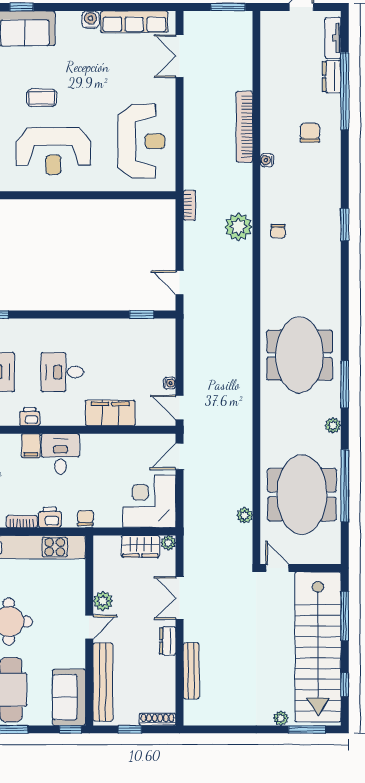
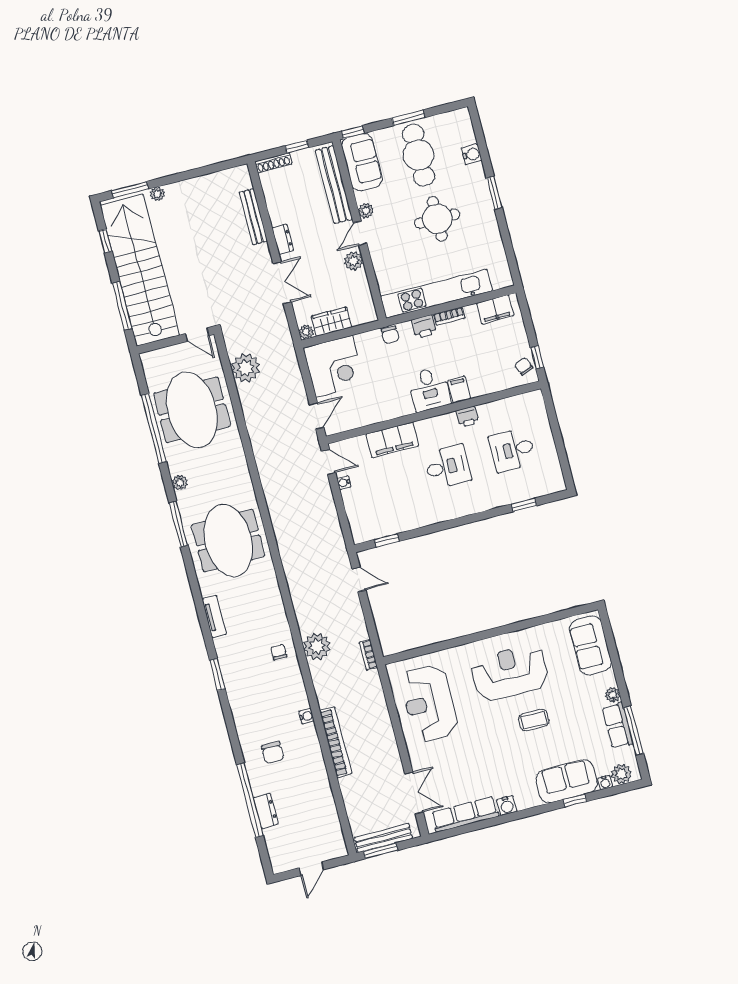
bench: (222, 19) -> (383, 838), added
tv unit: (333, 38) -> (214, 617), moved
plant: (245, 515) -> (246, 368), width x1.87, depth x1.87
plant: (78, 648) -> (366, 211), added

